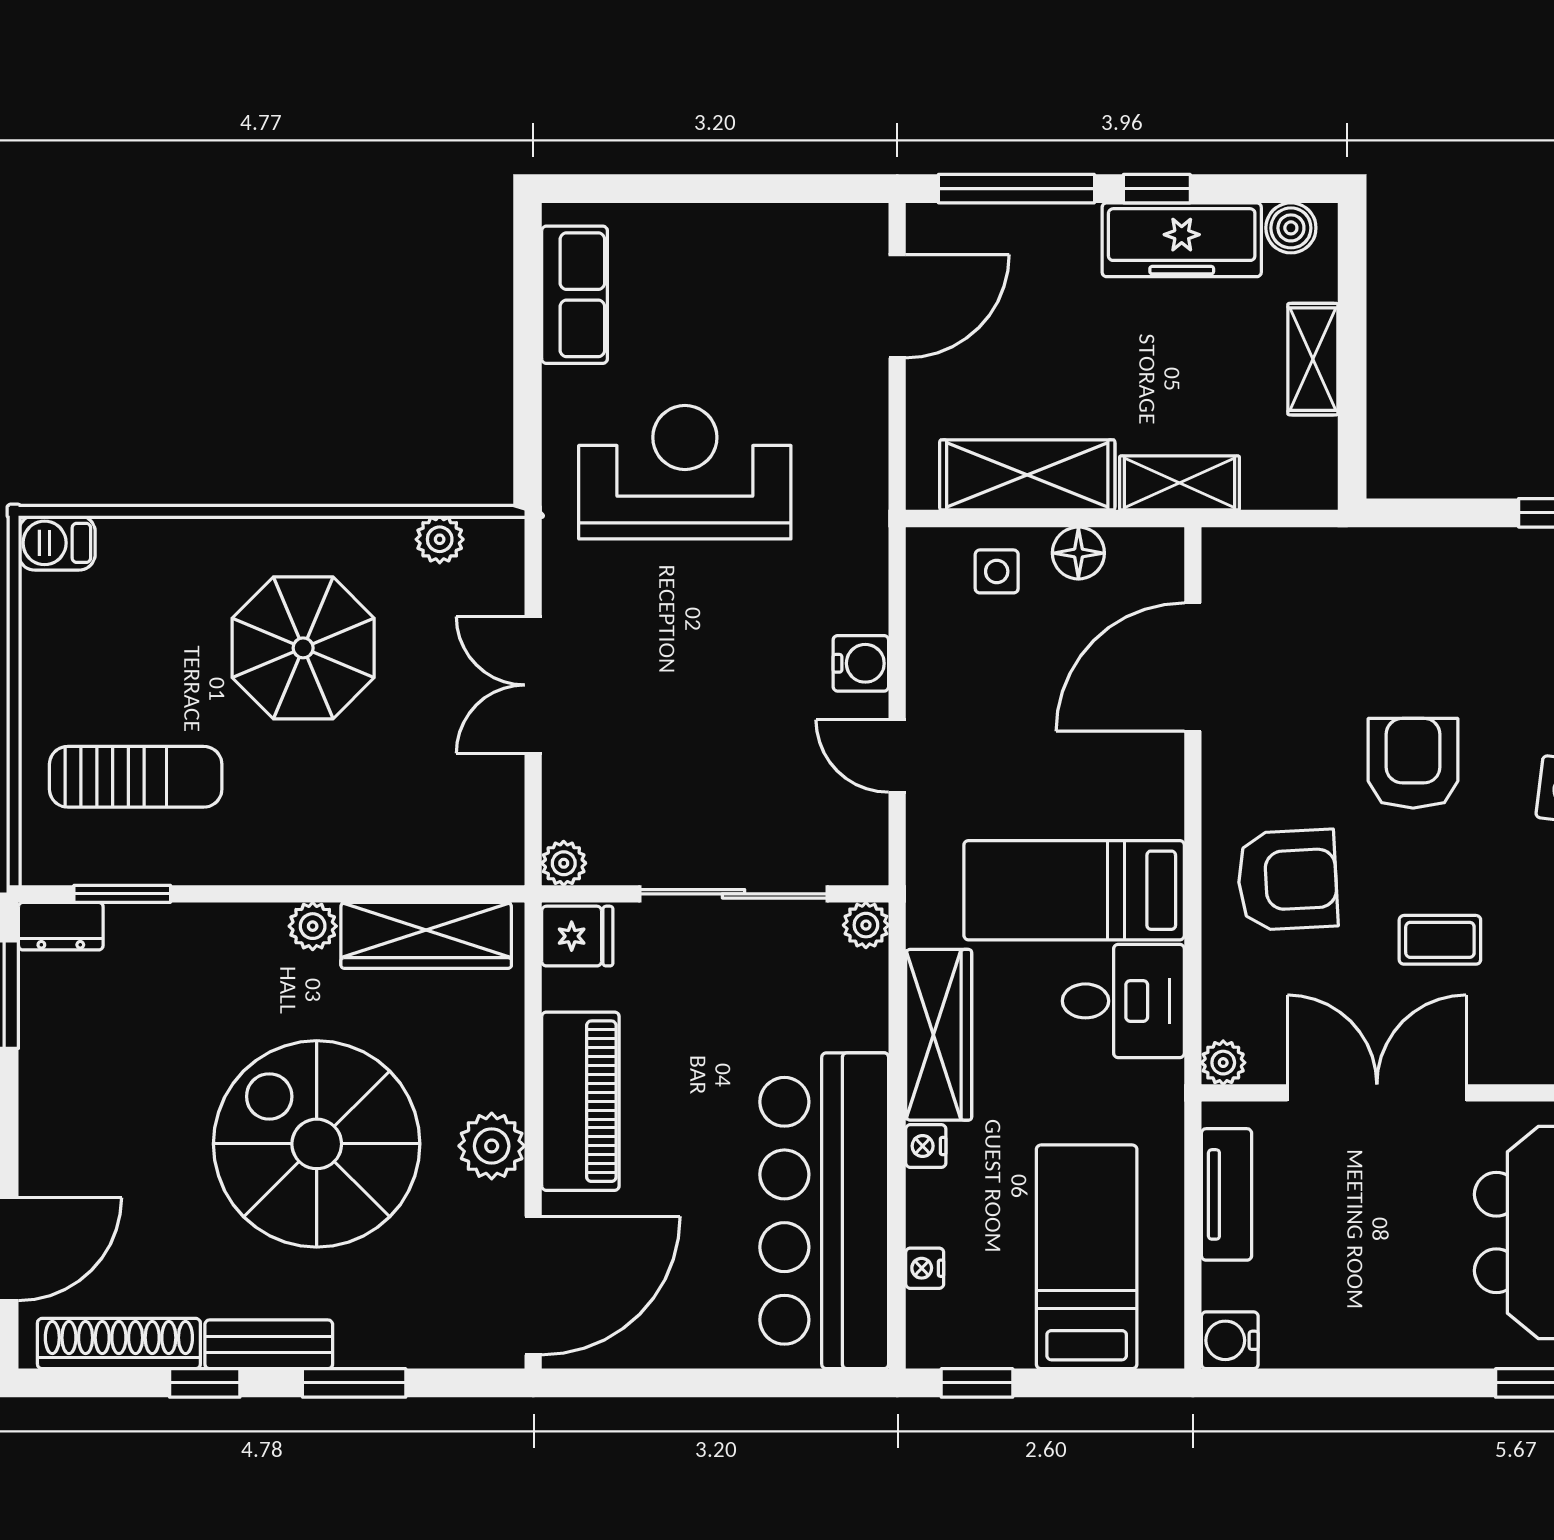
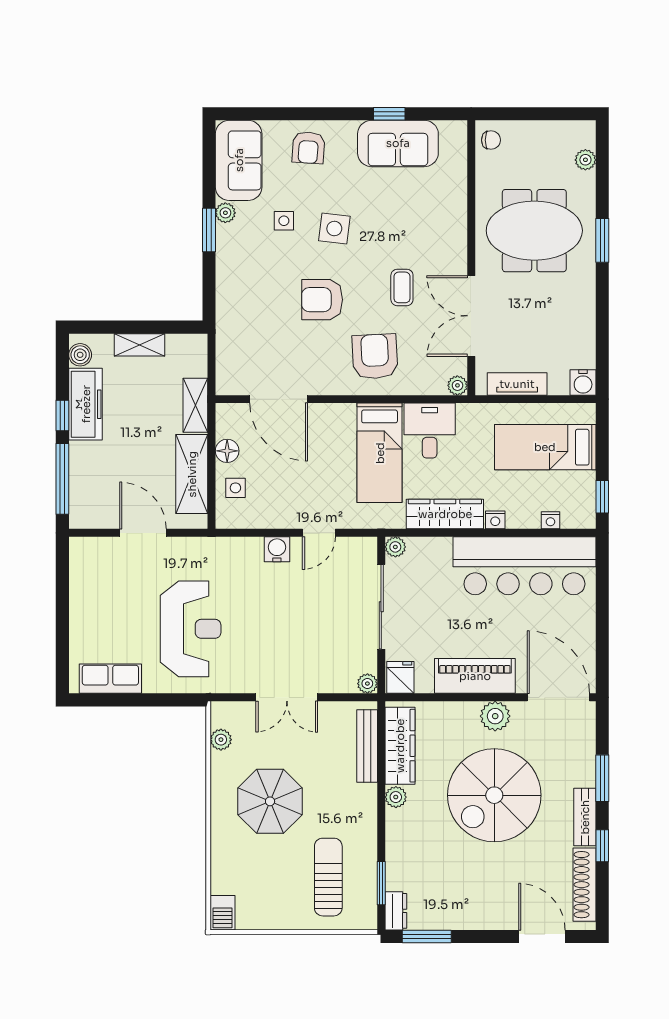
door: (897, 306) -> (143, 533), moved
reception desk: (685, 472) -> (191, 629), turned 180
bench: (426, 863) -> (367, 746), added

